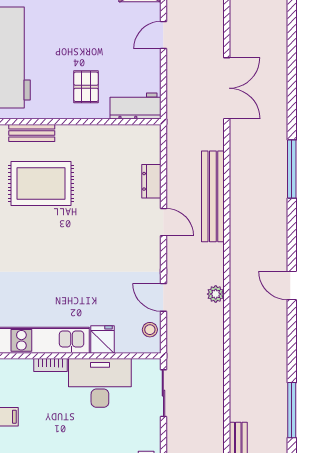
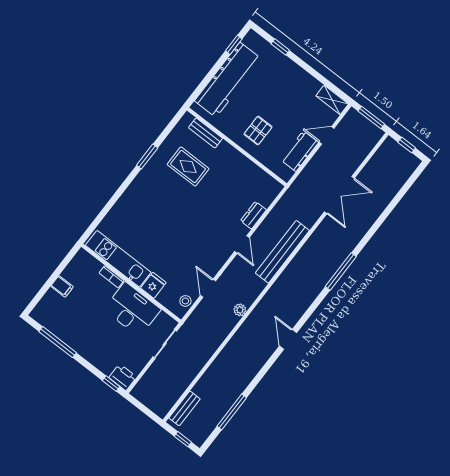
workbench: (136, 106) -> (300, 151), moved, turned -90
rug: (41, 183) -> (188, 167), width x0.73, depth x0.70

